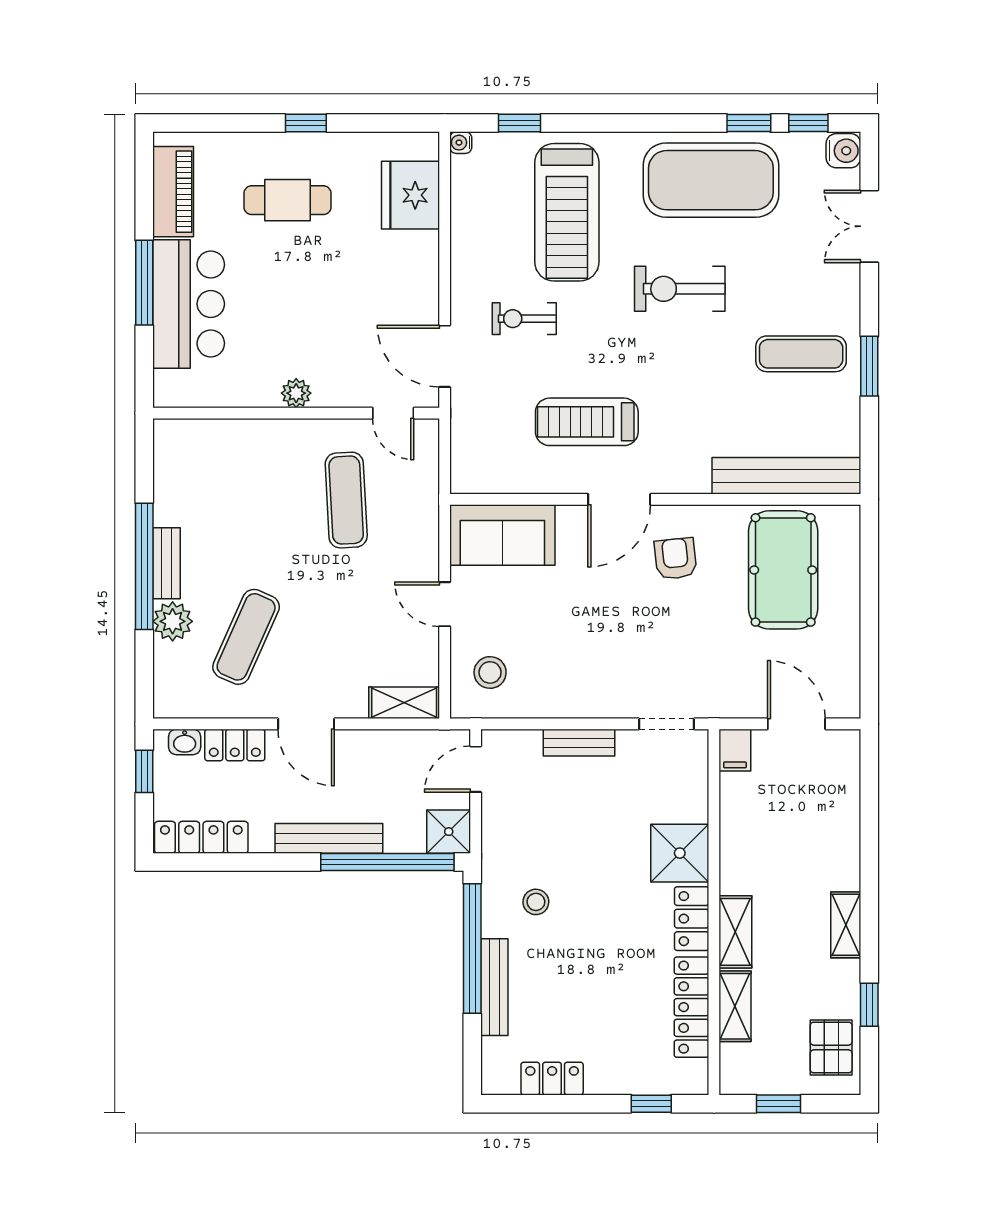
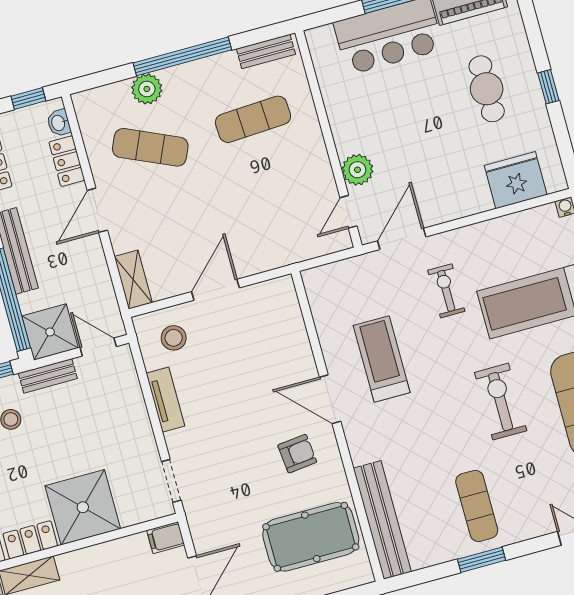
plant: (296, 393) -> (357, 170), moved, width x1.38, depth x1.38
exercise mat: (346, 500) -> (253, 119), moved
sofa: (502, 535) -> (279, 319), removed
bench: (166, 563) -> (266, 51), moved
door: (445, 604) -> (216, 290), width x1.37
tv unit: (564, 704) -> (165, 400), added
bench: (579, 743) -> (48, 376), moved, turned 90
shower: (449, 832) -> (50, 332), width x1.36, depth x1.36
shower: (680, 853) -> (83, 507), width x1.37, depth x1.37

